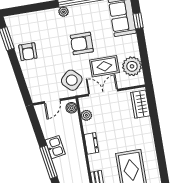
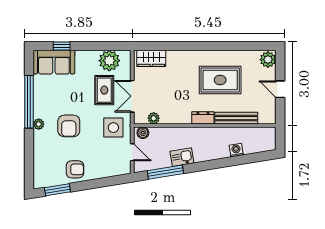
armchair: (82, 43) -> (69, 126), moved
side table: (72, 80) -> (113, 128), turned 45
dresser: (91, 143) -> (203, 118), moved
window: (49, 162) -> (165, 172), moved

